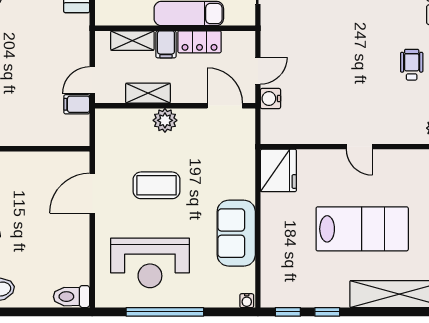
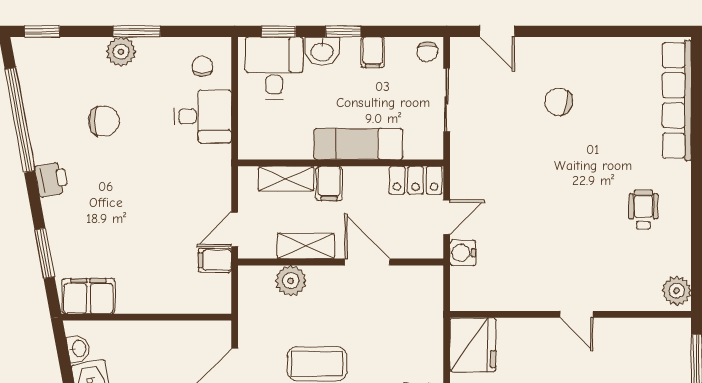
locker: (200, 42) -> (416, 180), moved
door: (225, 106) -> (367, 262), moved
plant: (165, 120) -> (291, 281), moved

